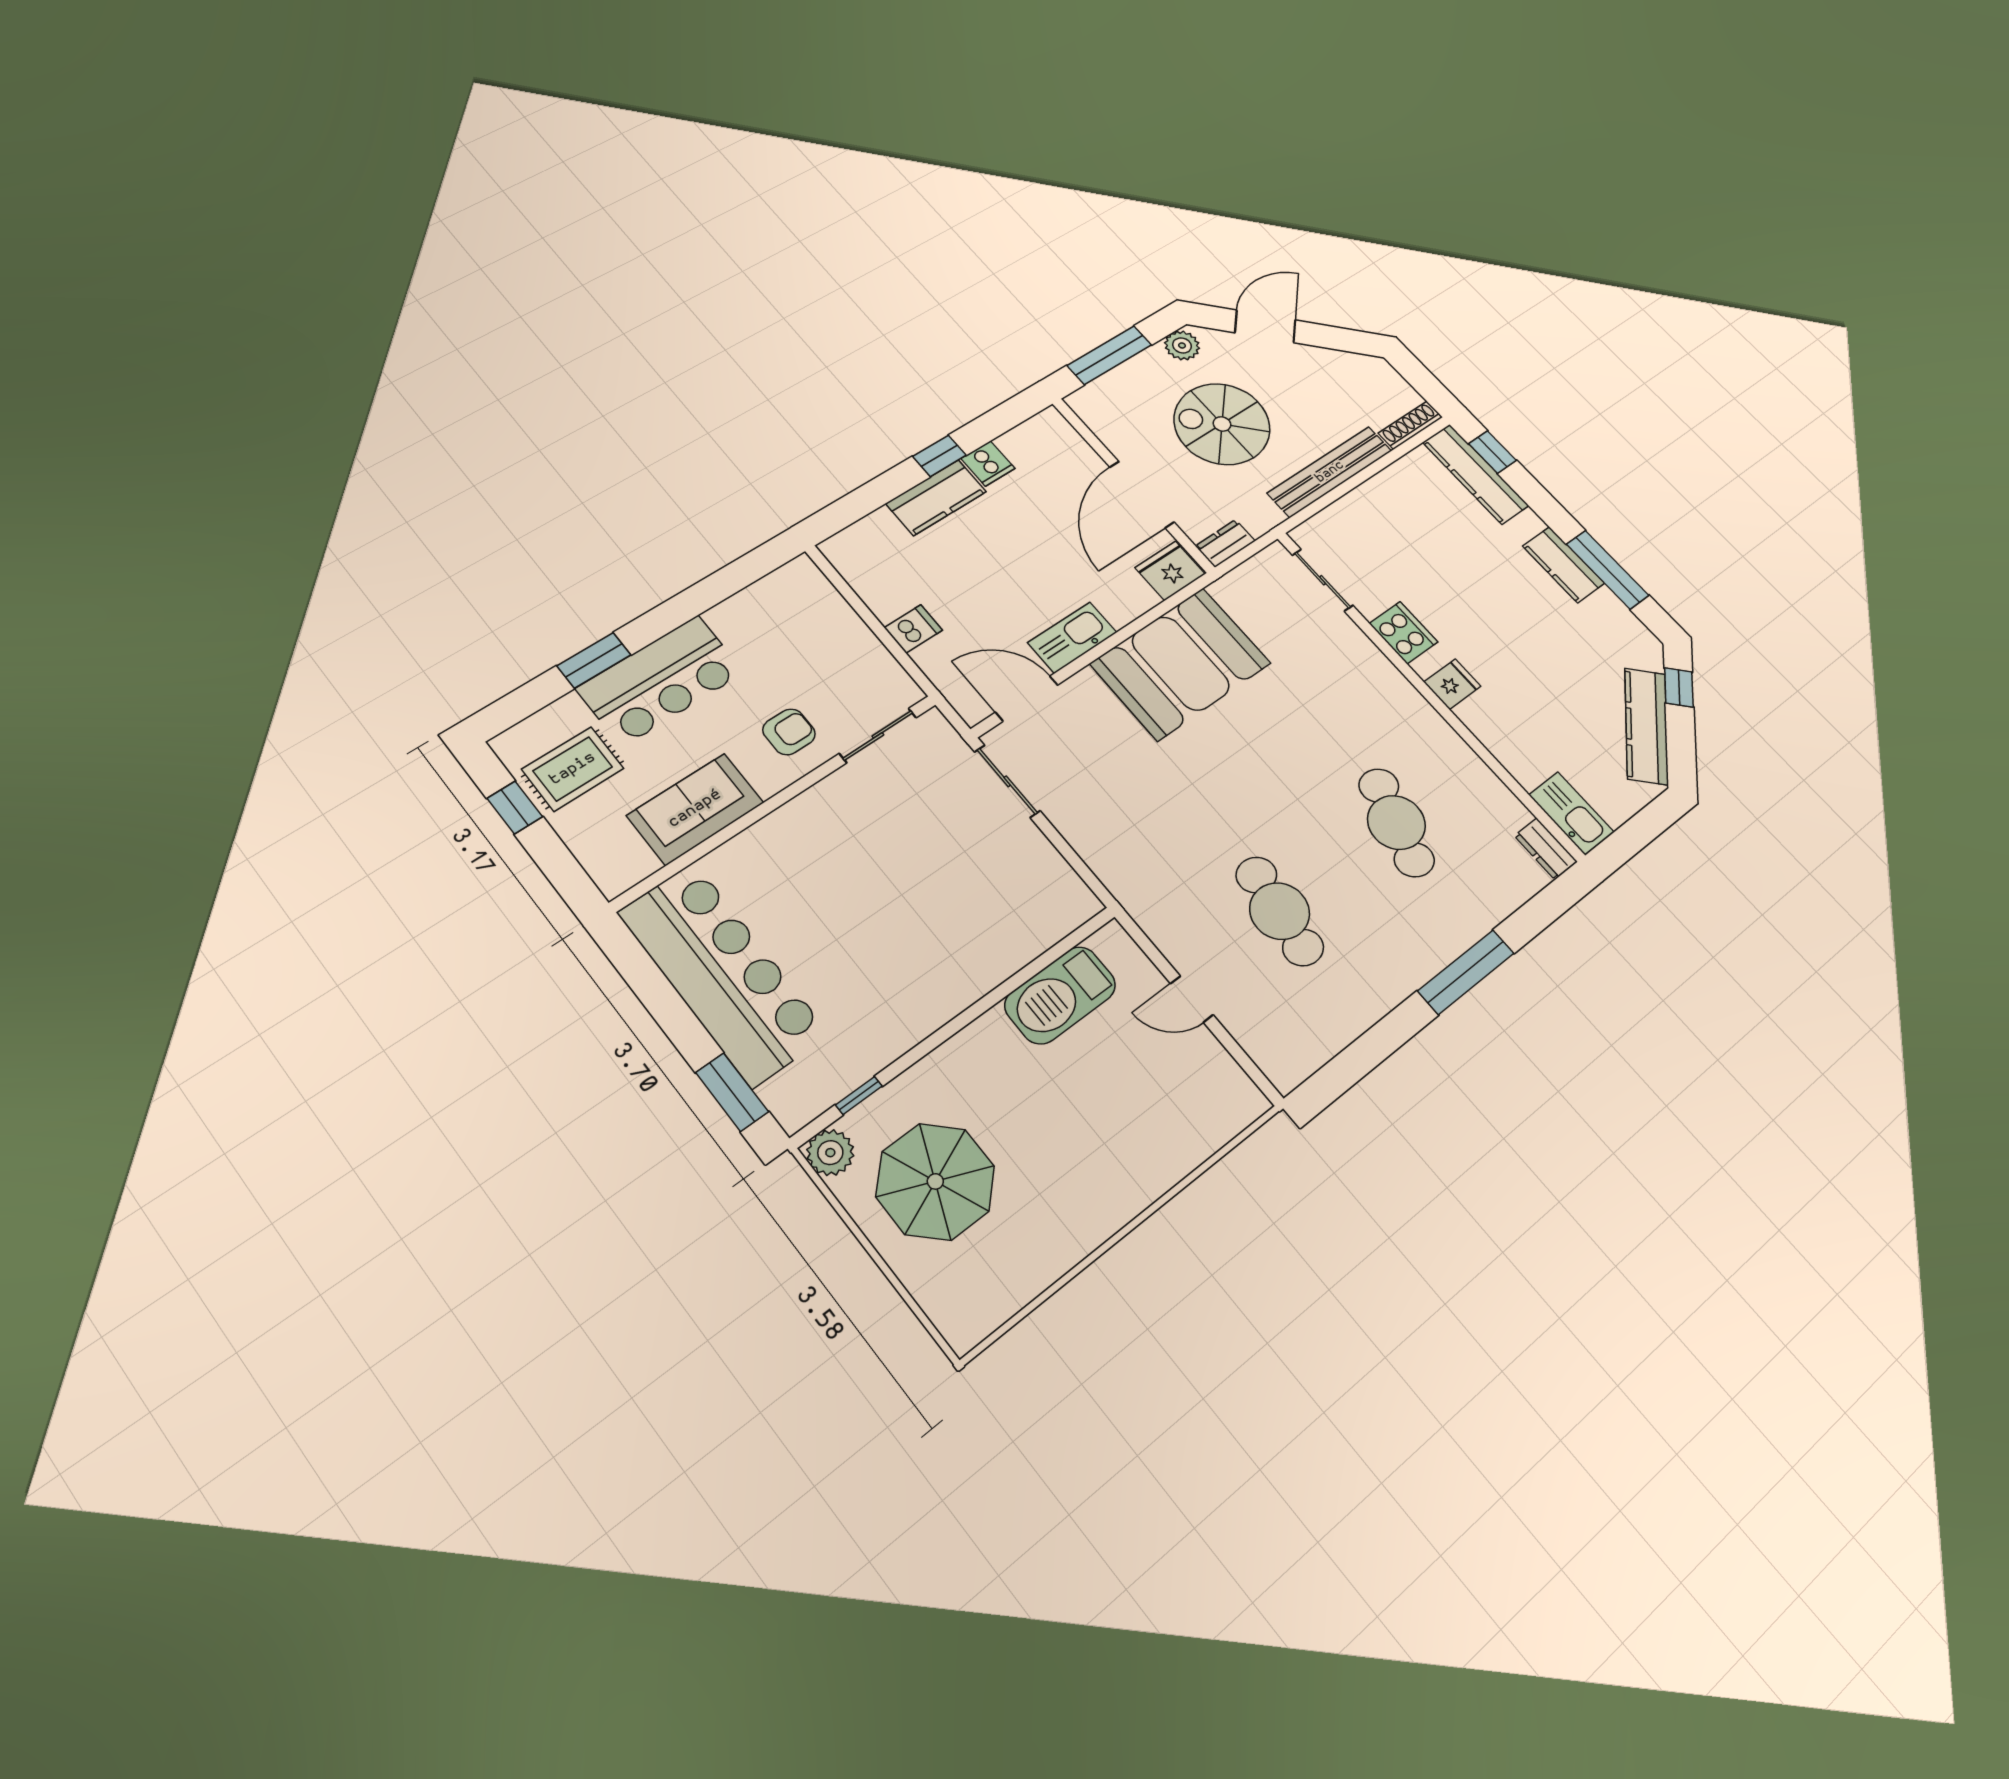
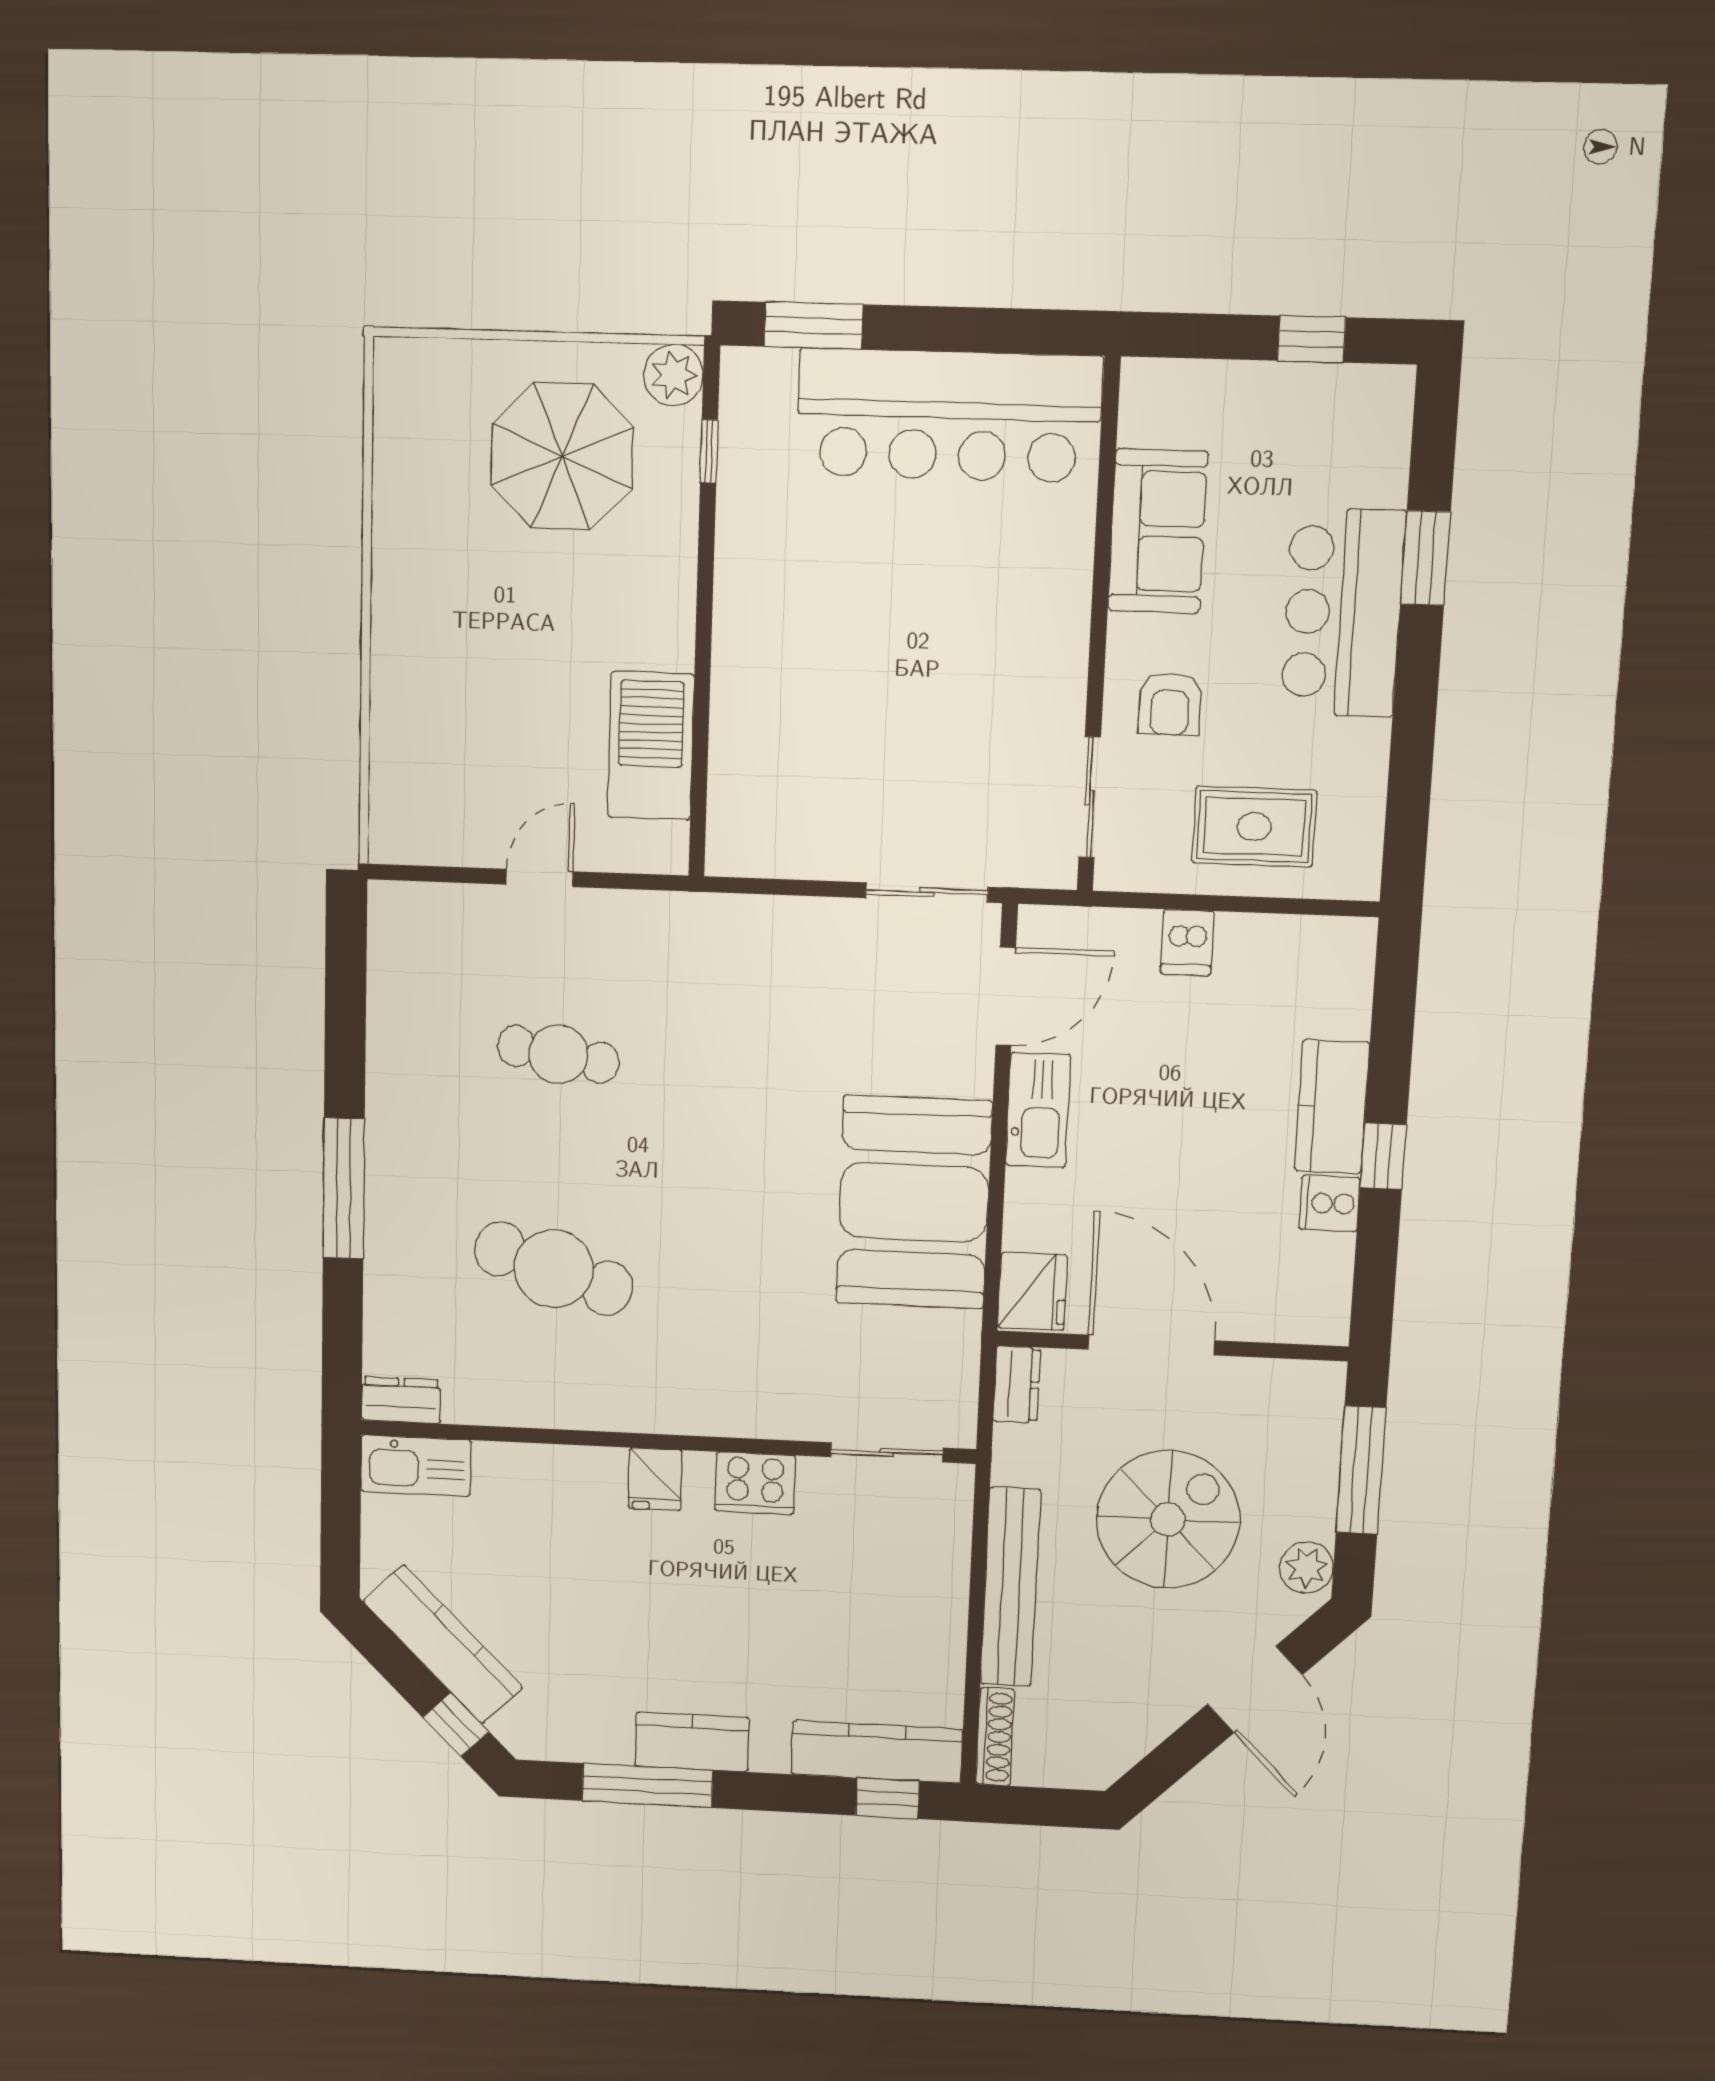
rug: (573, 769) -> (1254, 827), moved, turned 90
cafe table: (1280, 911) -> (558, 1054), width x0.73, depth x0.74

